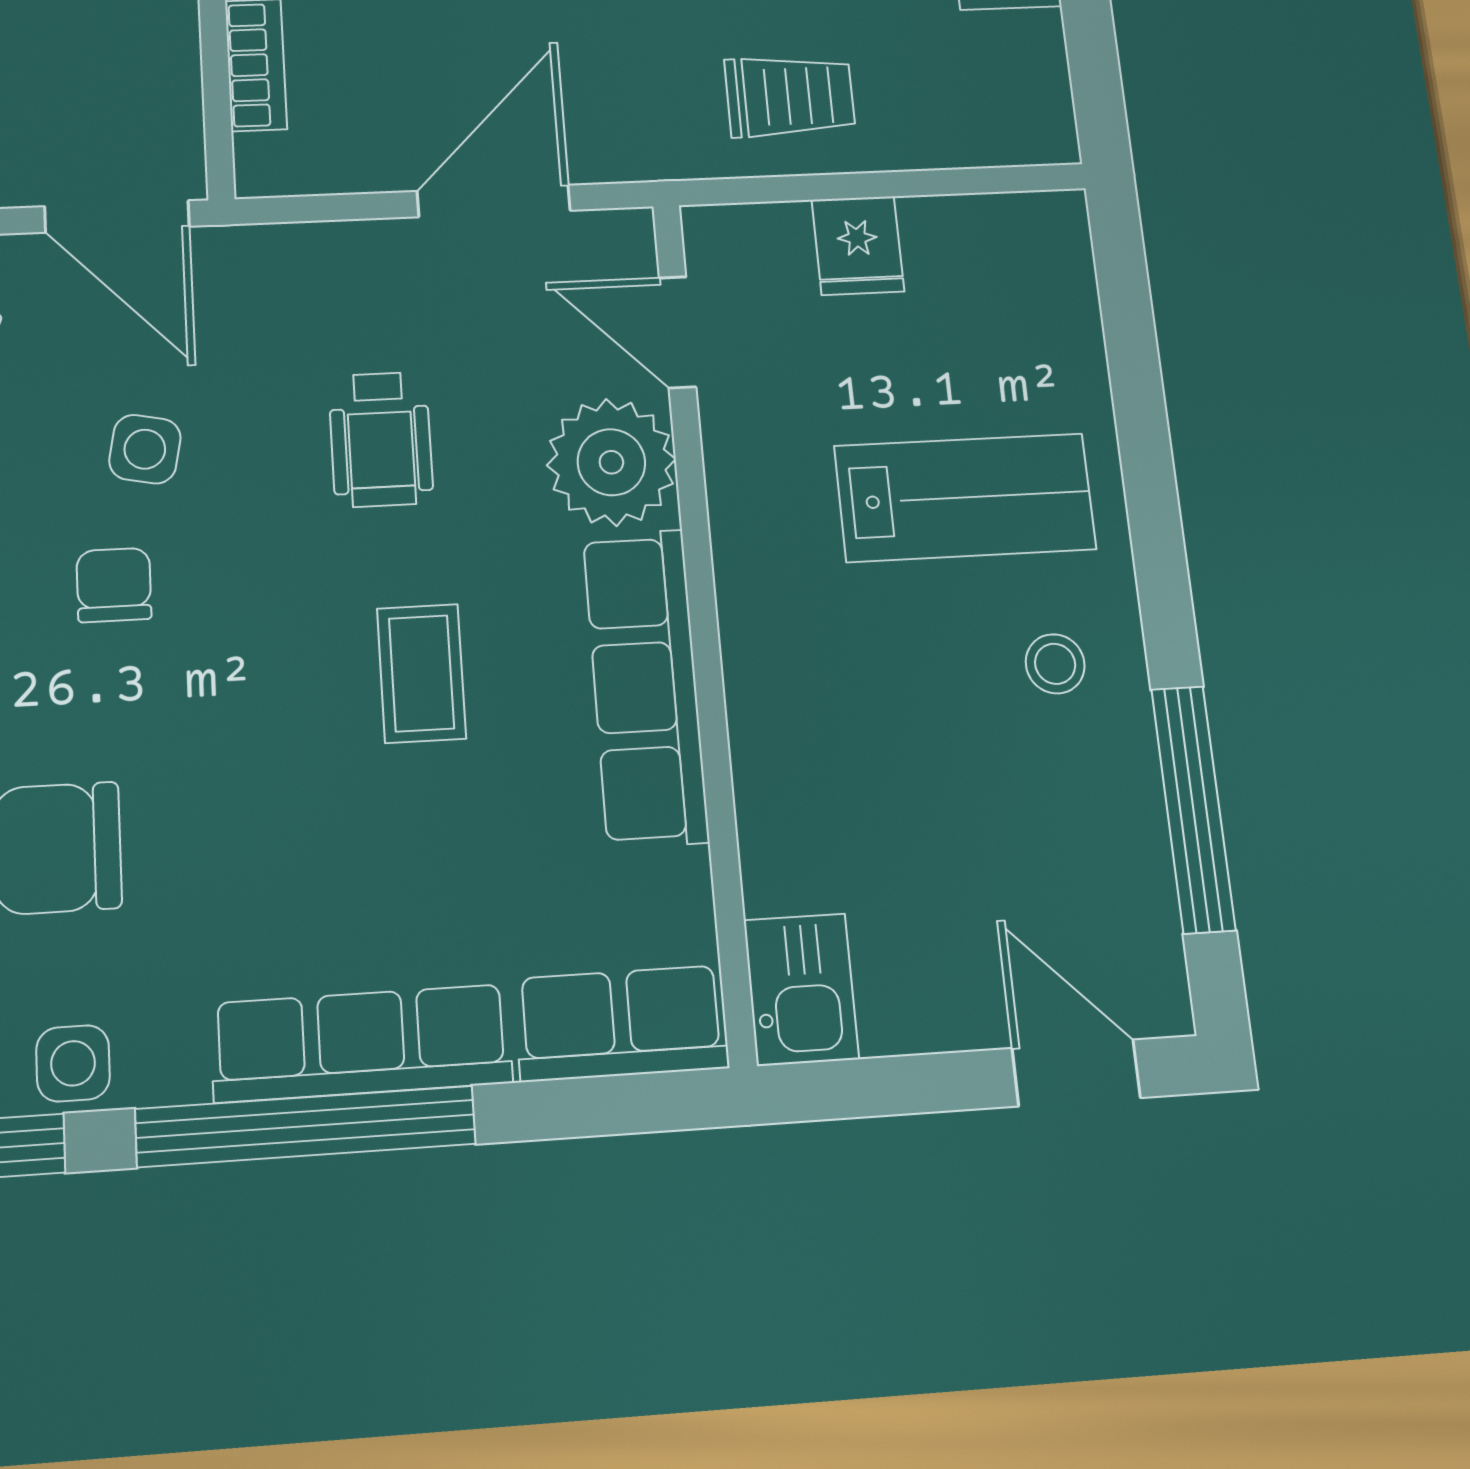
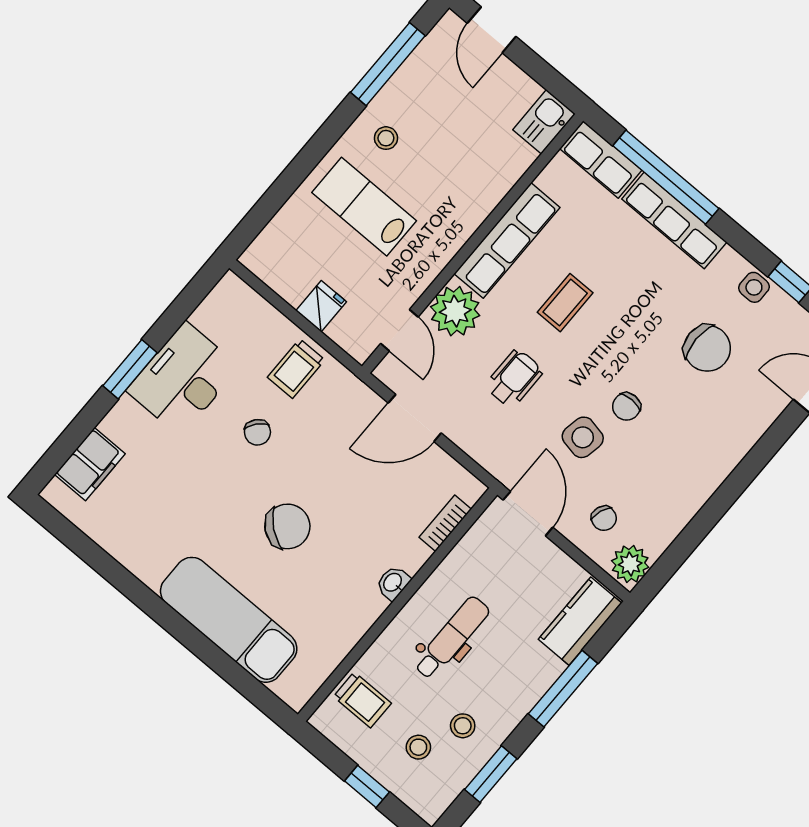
trolley: (790, 96) -> (296, 369), turned -90
side table: (145, 449) -> (583, 437), width x1.37, depth x1.37
window: (306, 1126) -> (666, 177), moved

